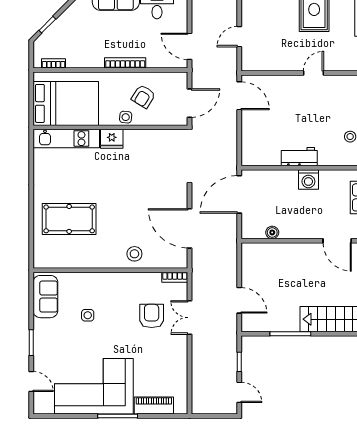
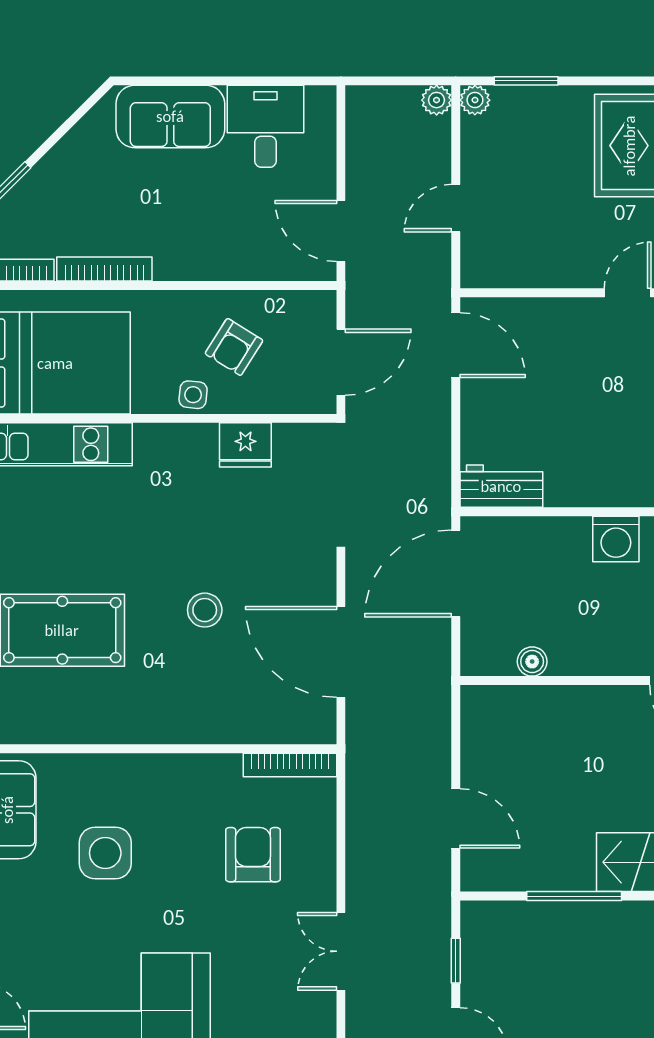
bookcase: (125, 63) -> (104, 269), moved
fridge: (112, 139) -> (245, 445), moved
workbench: (299, 157) -> (501, 486), moved
stool: (134, 254) -> (205, 610), moved
bookcase: (175, 277) -> (290, 765), width x1.56
side table: (88, 315) -> (105, 853), width x1.87, depth x1.87
double door: (190, 318) -> (341, 951), moved

